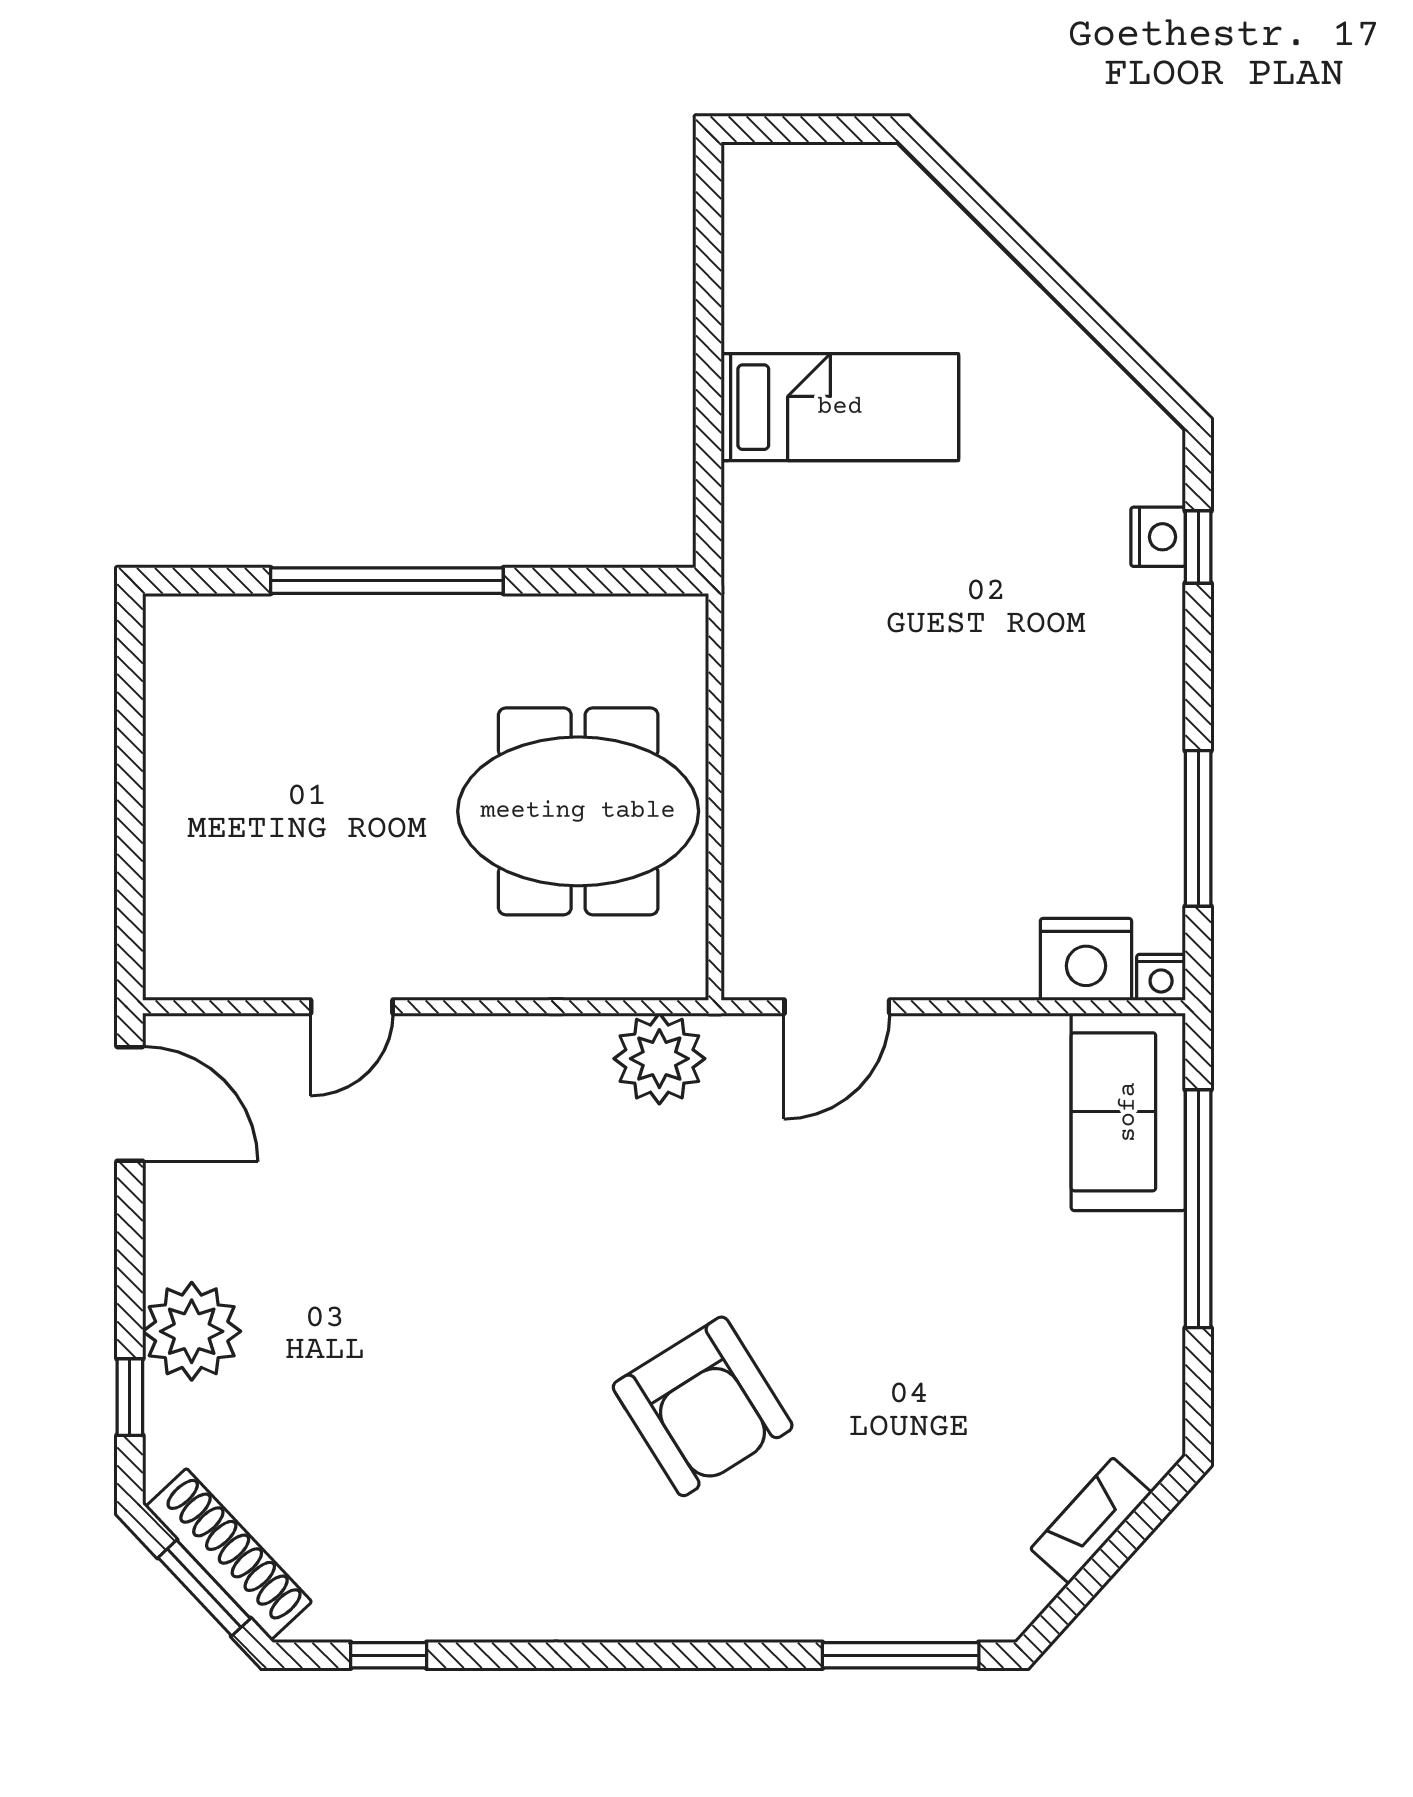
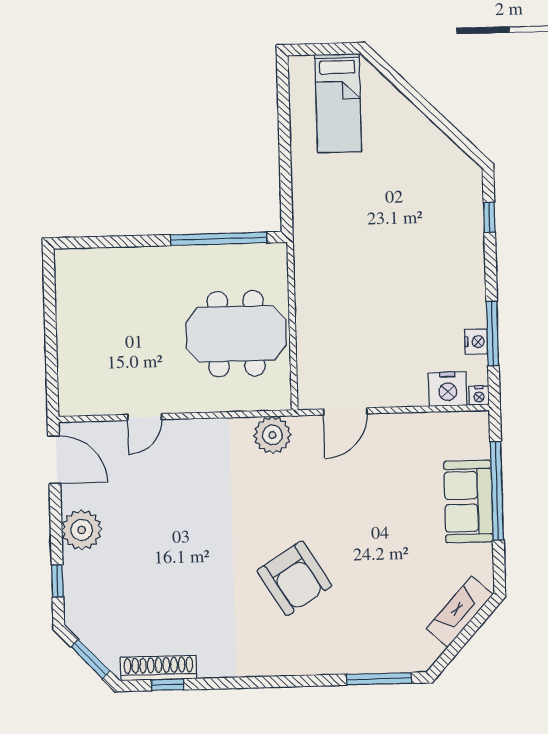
bed: (840, 407) -> (338, 103), moved, turned 90
nightstand: (1158, 537) -> (476, 342), moved
window: (387, 581) -> (219, 239), moved
sofa: (1128, 1112) -> (468, 502), moved
plant: (192, 1331) -> (82, 530), moved
fireplace: (1091, 1521) -> (460, 612), width x1.37, depth x1.32
shoe rack: (229, 1554) -> (158, 668), moved, turned -47

